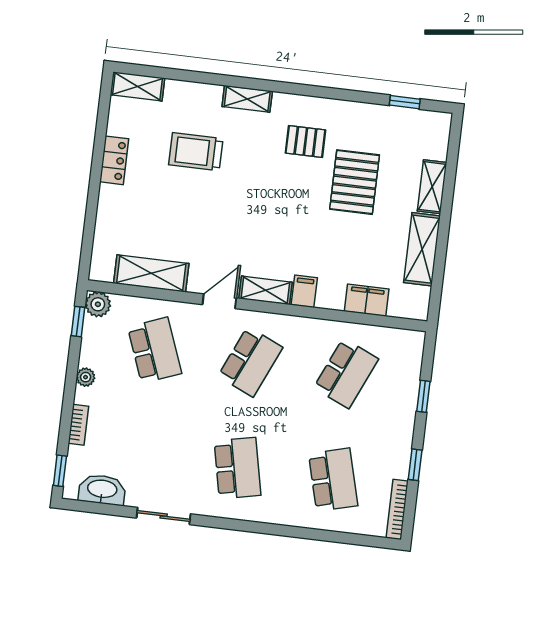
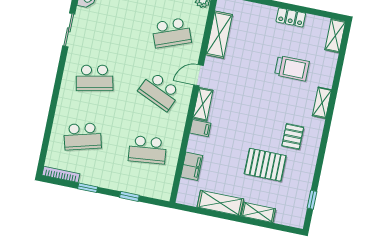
trolley: (196, 152) -> (292, 68), turned 90
door: (219, 301) -> (198, 75), swing flipped
school desk: (346, 373) -> (147, 150), turned -30

